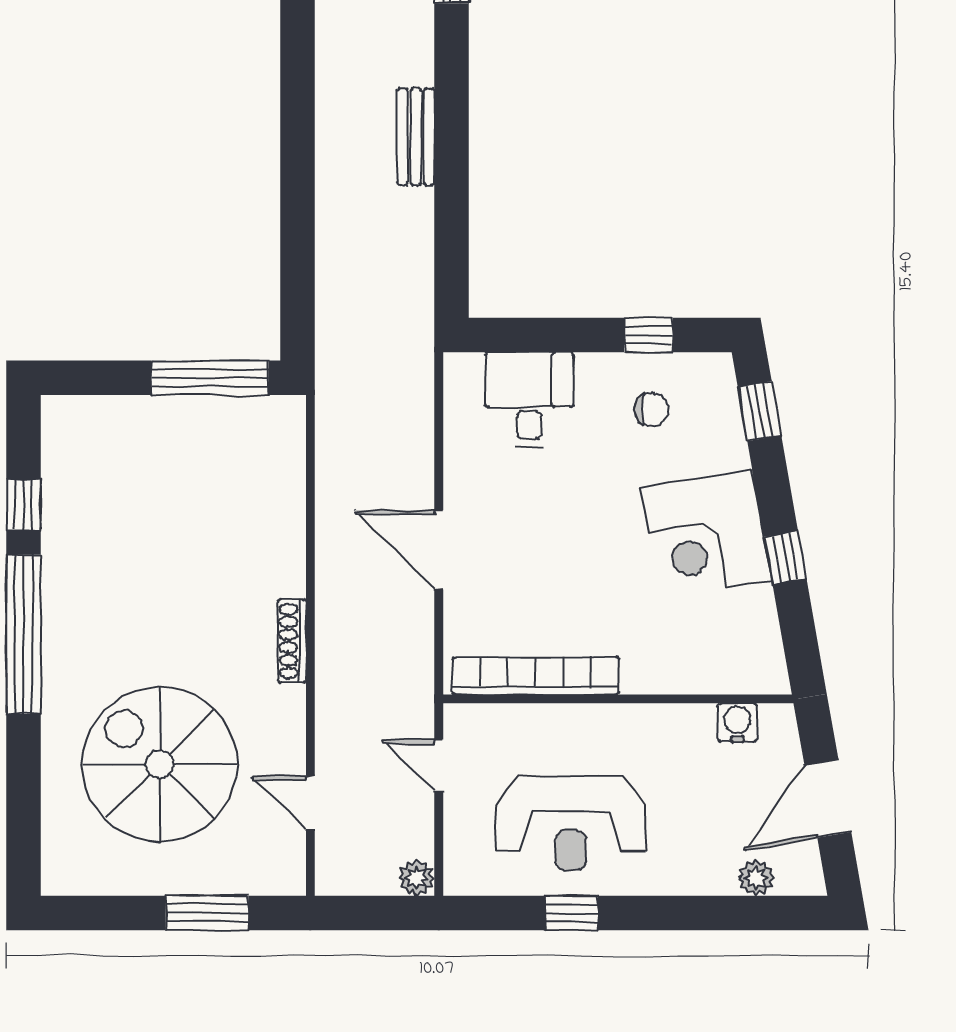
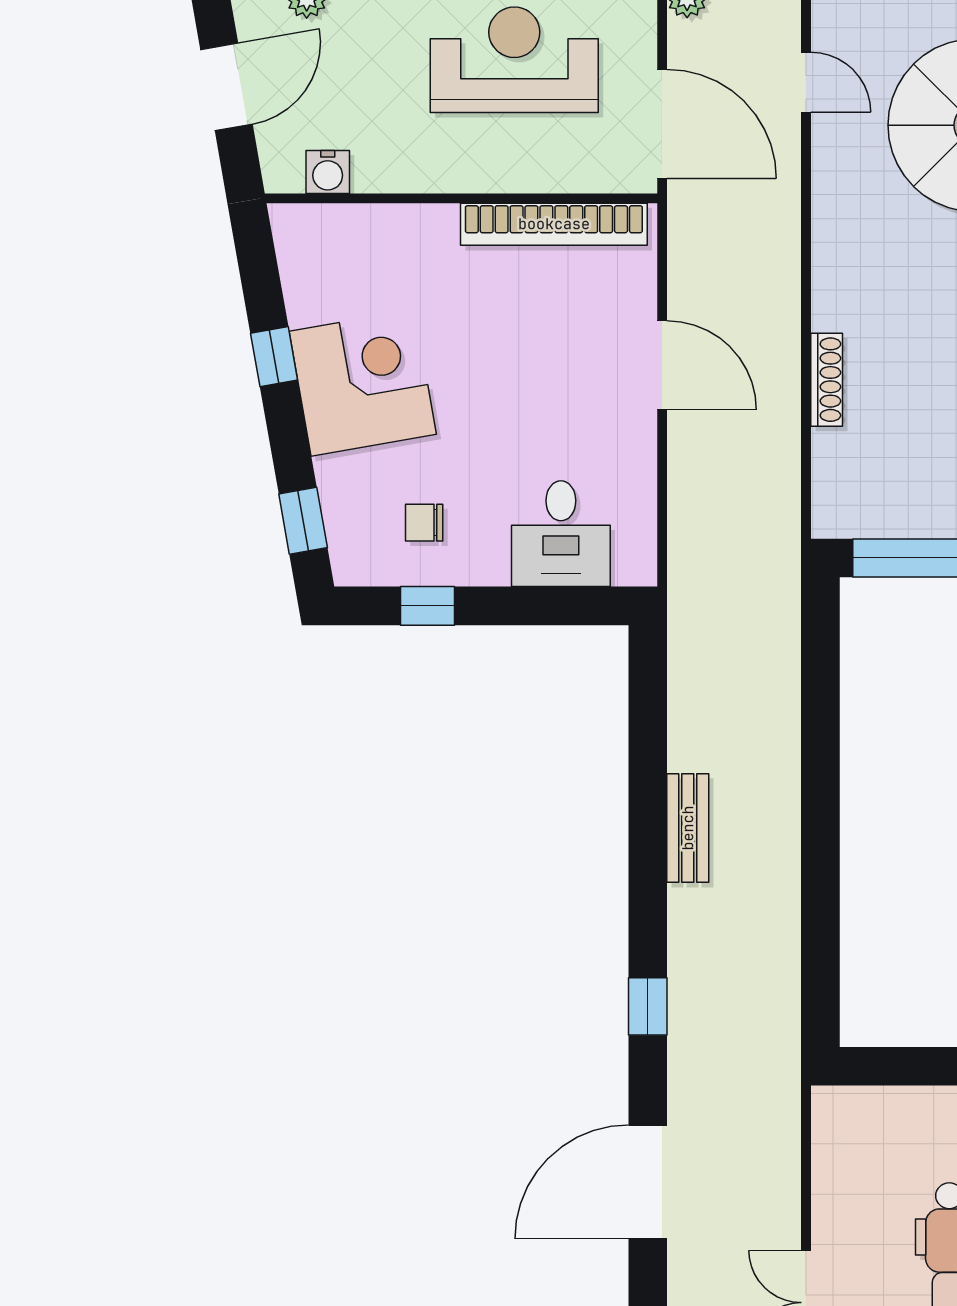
shoe rack: (292, 641) -> (827, 380), moved
door: (439, 765) -> (662, 124), width x1.88

